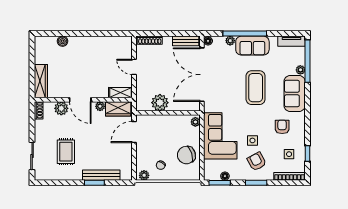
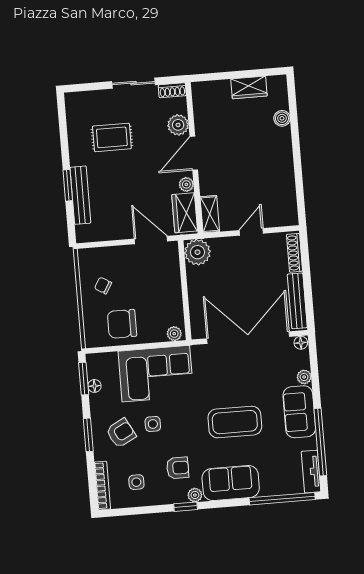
window: (245, 34) -> (320, 442), moved
bench: (186, 41) -> (297, 301), width x1.36
plant: (300, 70) -> (195, 495), moved
wardrobe: (41, 81) -> (249, 87), moved, width x0.67
plant: (160, 103) -> (197, 252), moved
window: (307, 154) -> (186, 507), moved
chair: (186, 155) -> (122, 324), turned -72
sliding door: (32, 156) -> (134, 83), moved
plant: (144, 175) -> (85, 261), removed

